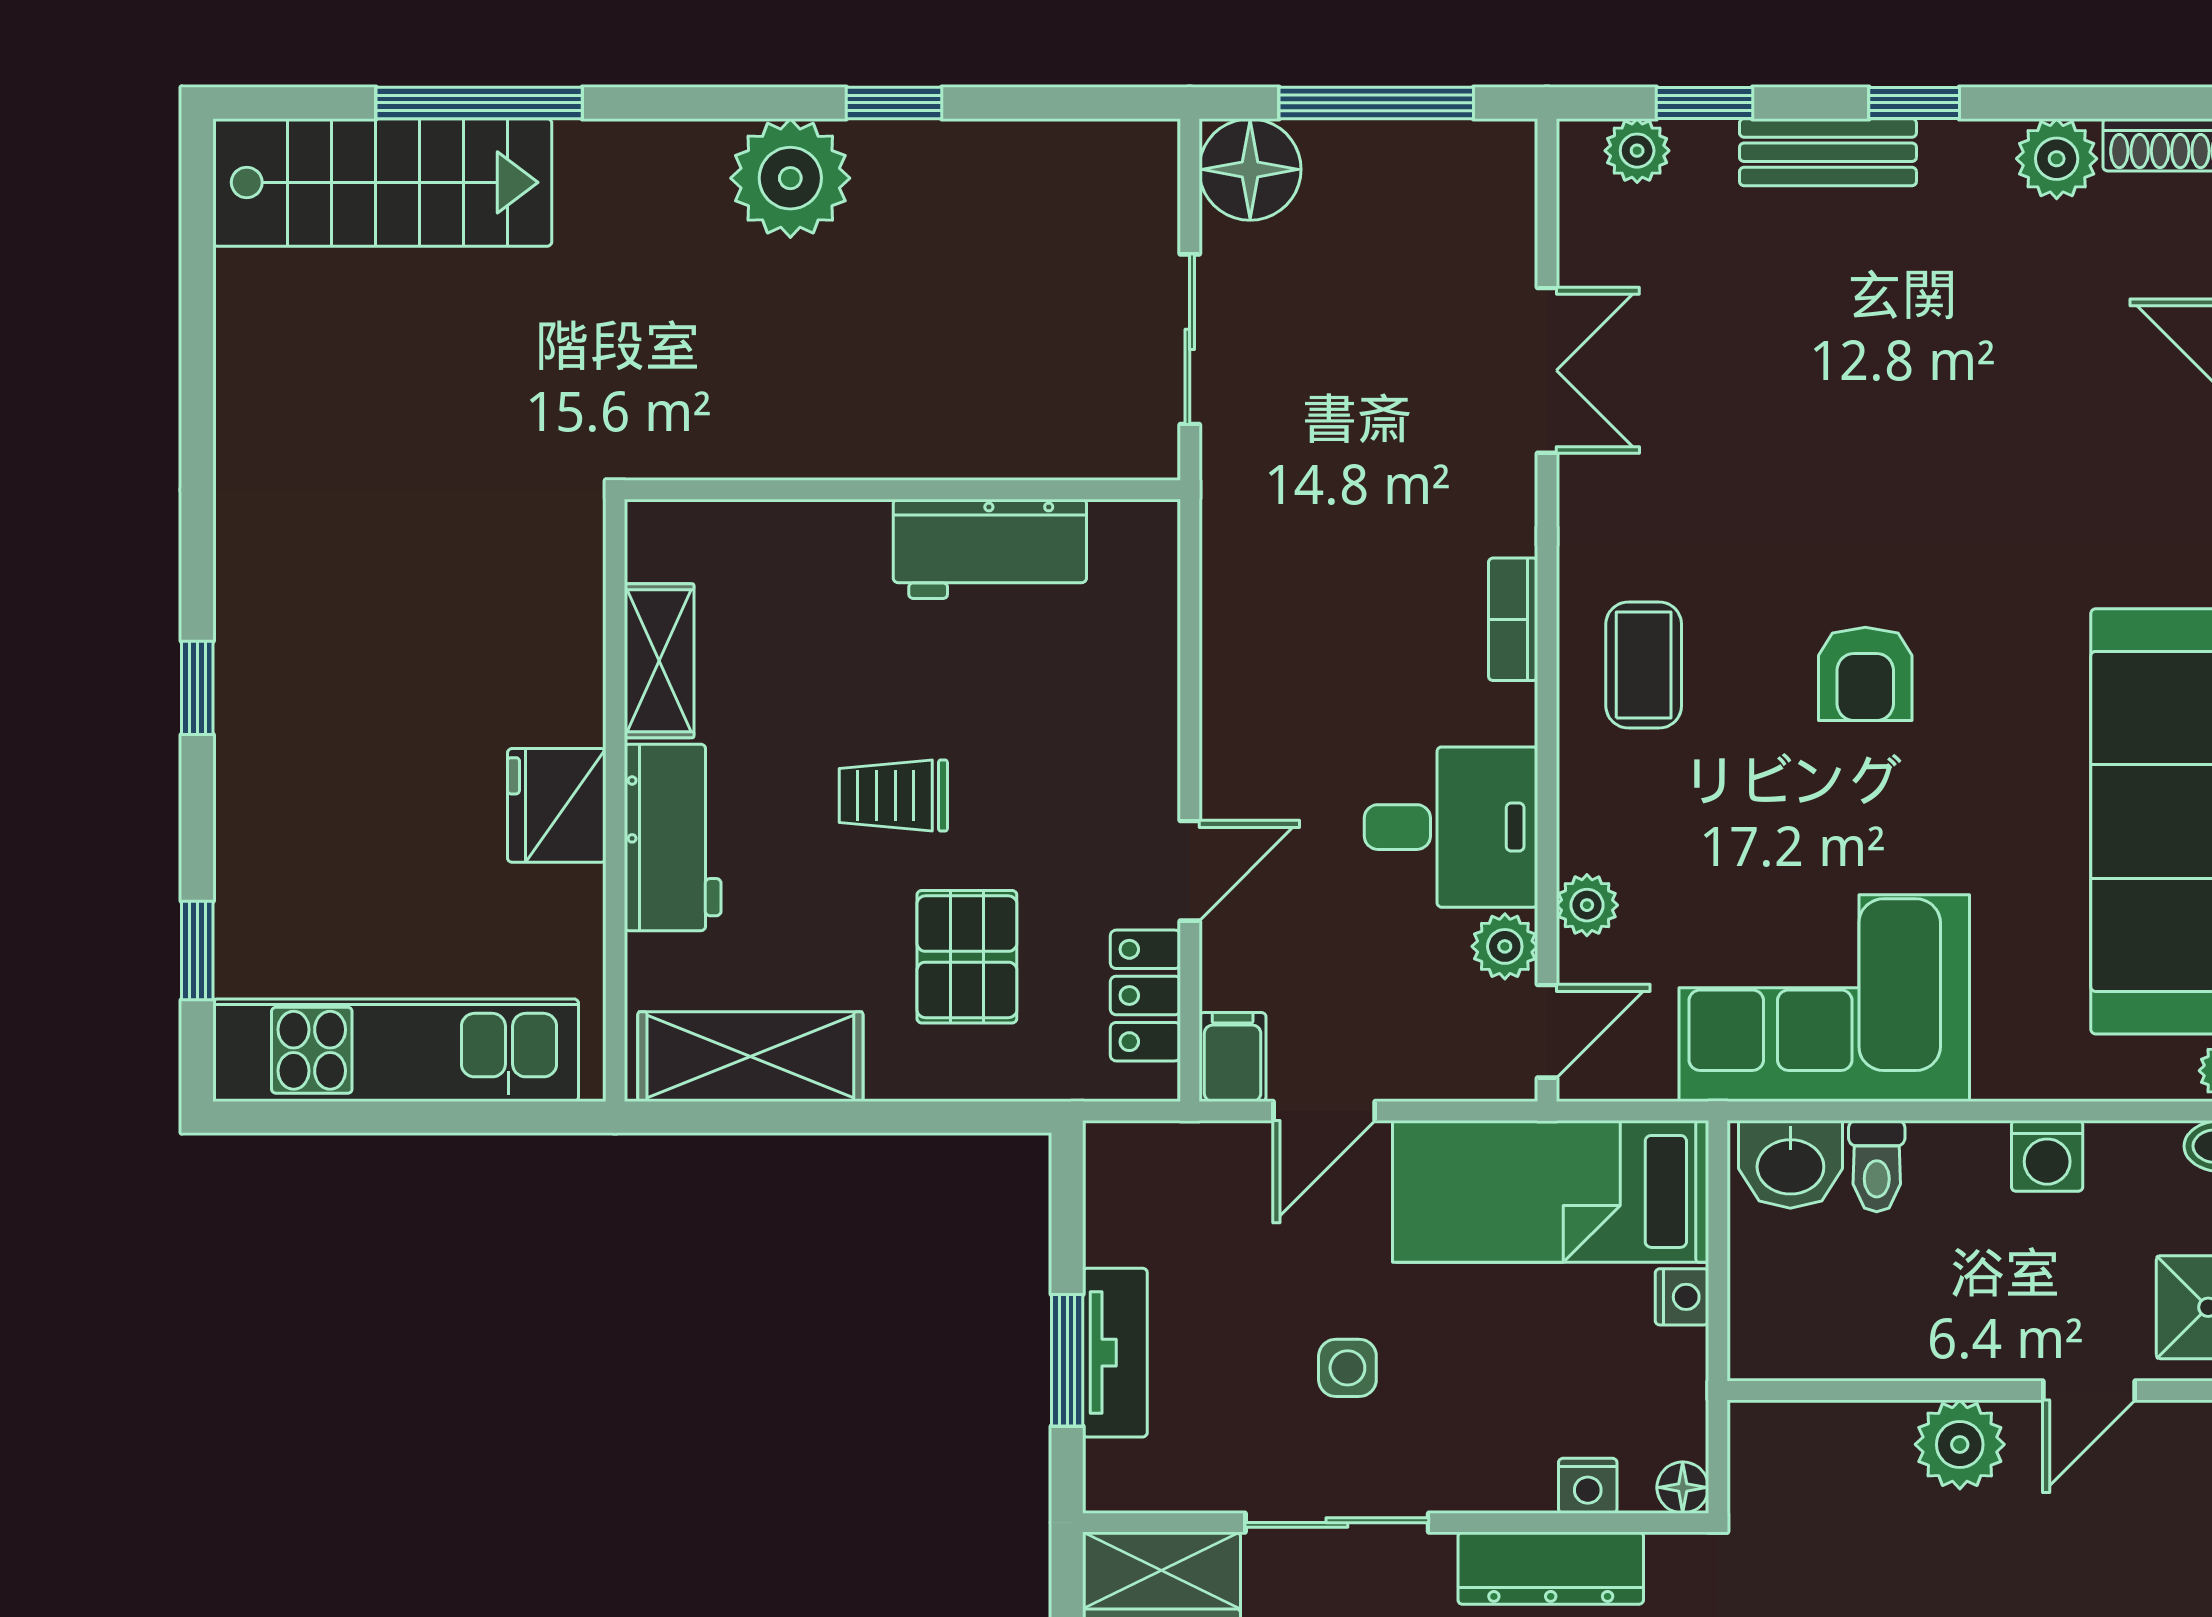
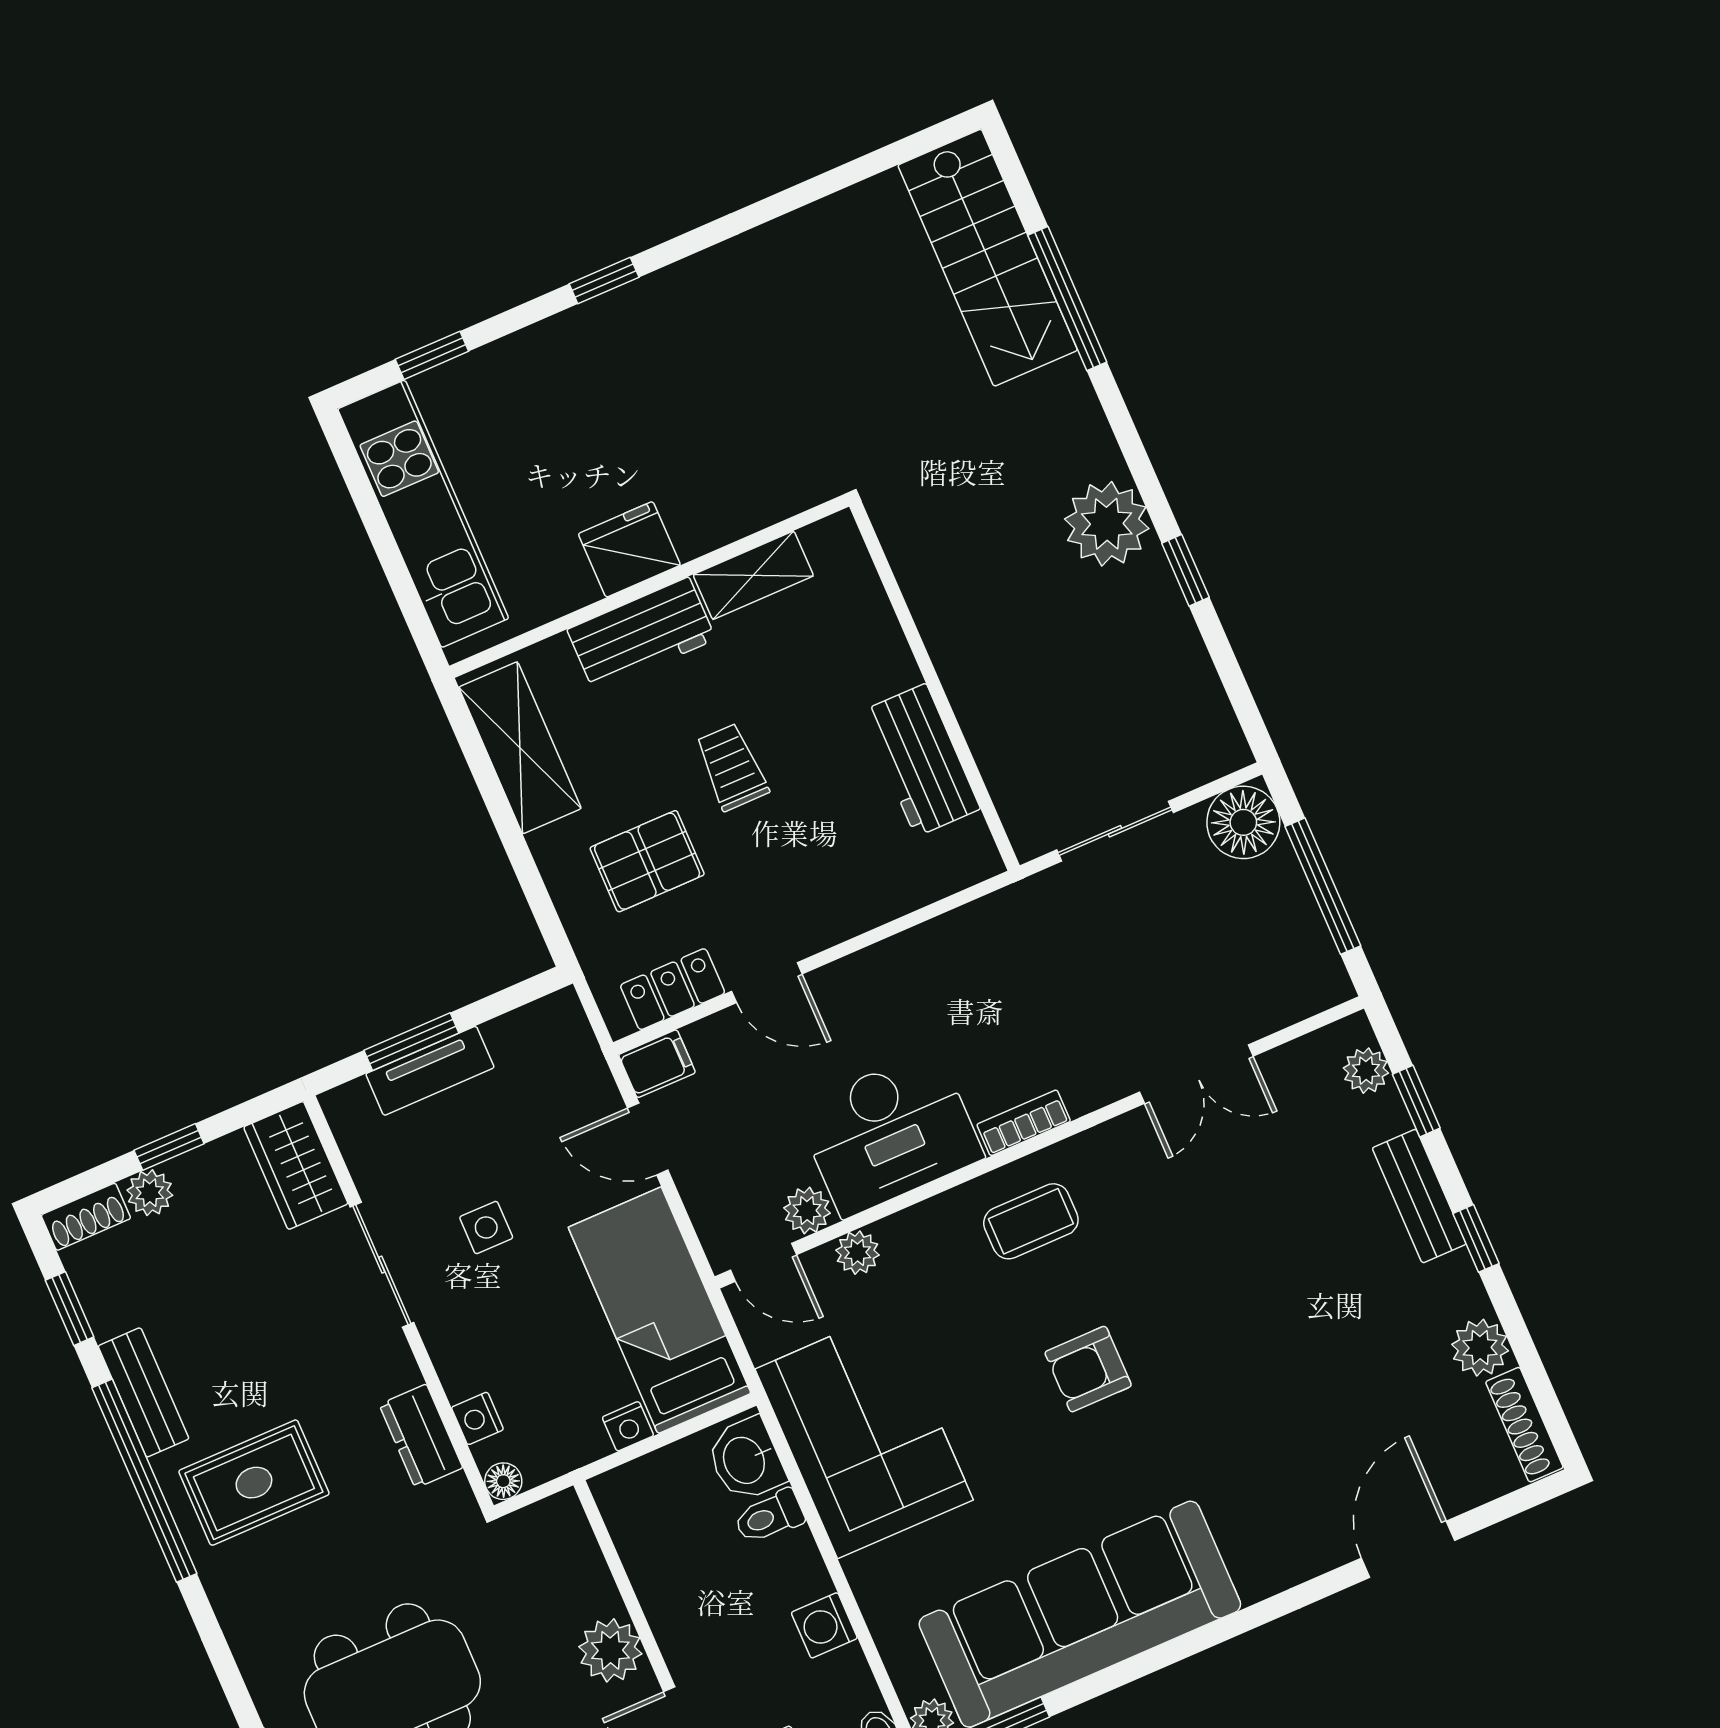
desk: (1451, 827) -> (889, 1133), width x1.37
dresser: (1551, 1568) -> (421, 1436), width x0.70

